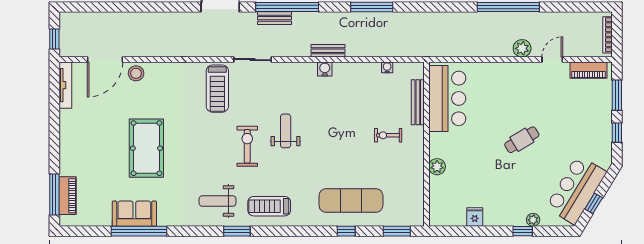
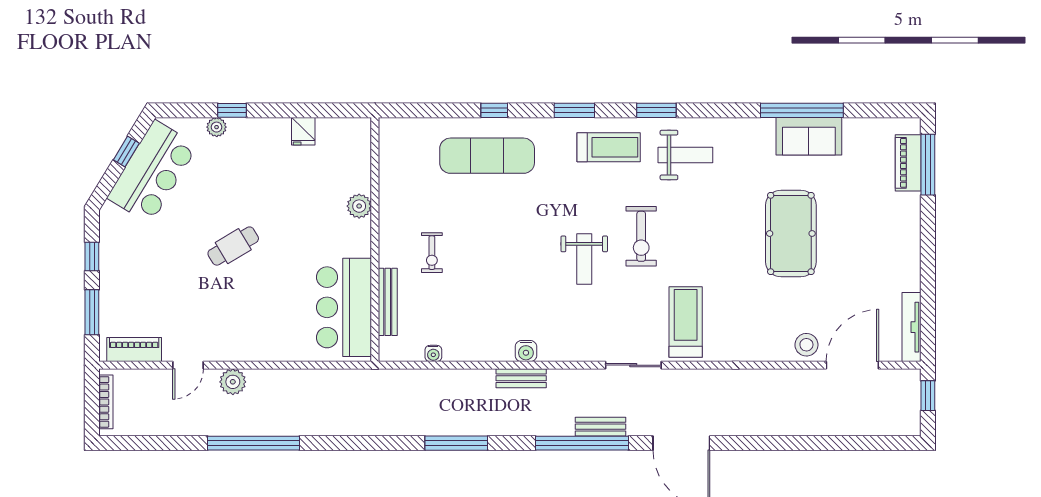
exercise bike: (388, 135) -> (432, 253), turned 90
window: (397, 231) -> (574, 110), moved

